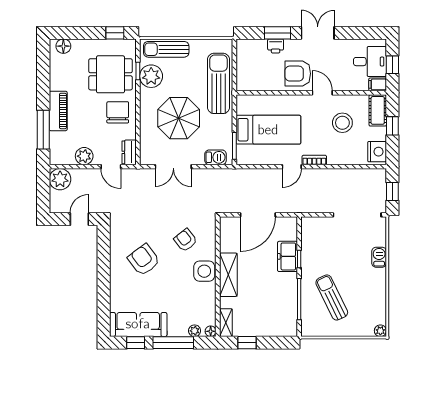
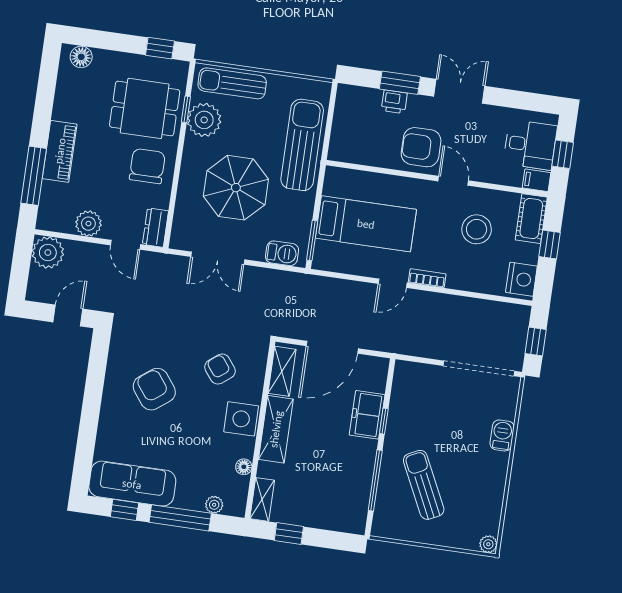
shelving: (227, 236) -> (282, 371), added
floor lamp: (211, 331) -> (244, 467), moved

